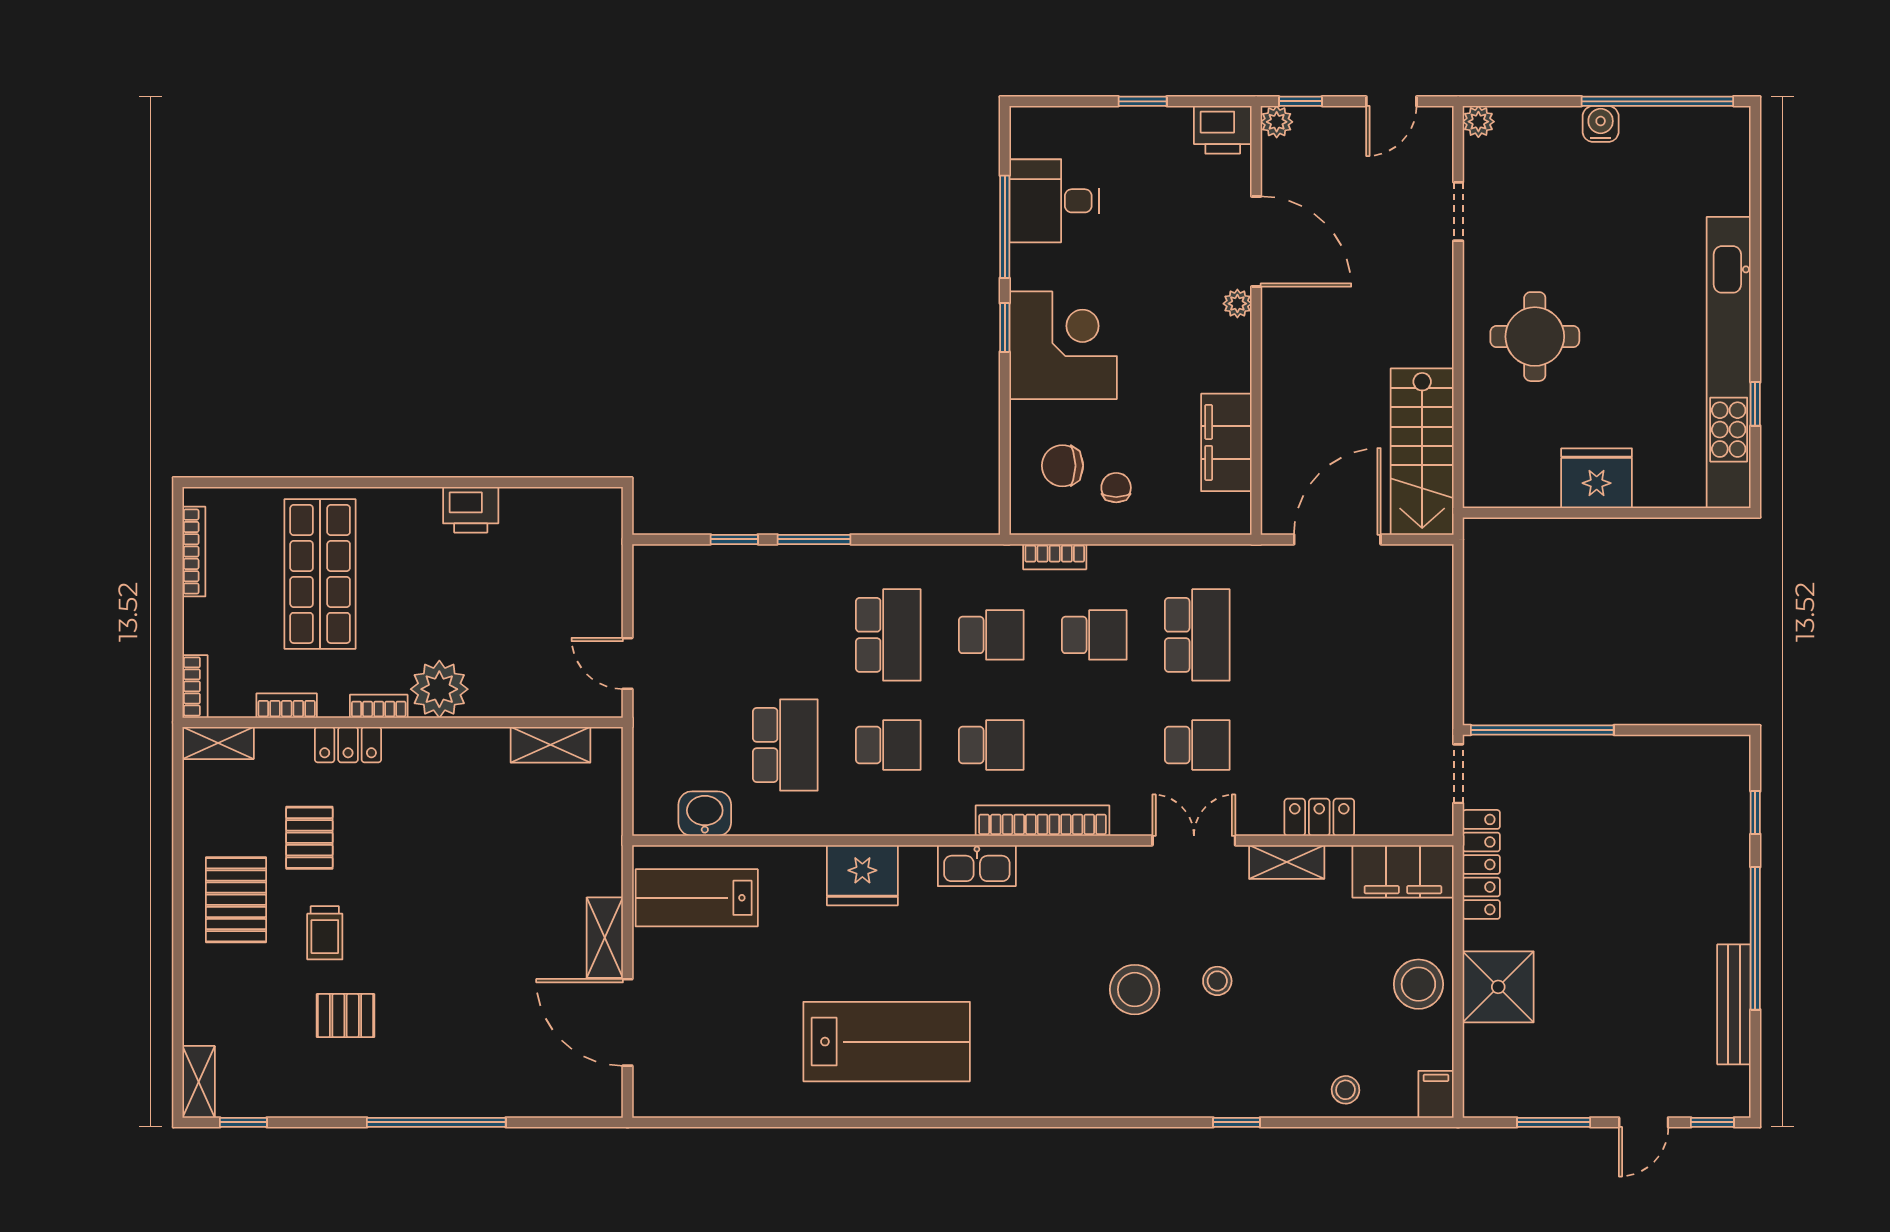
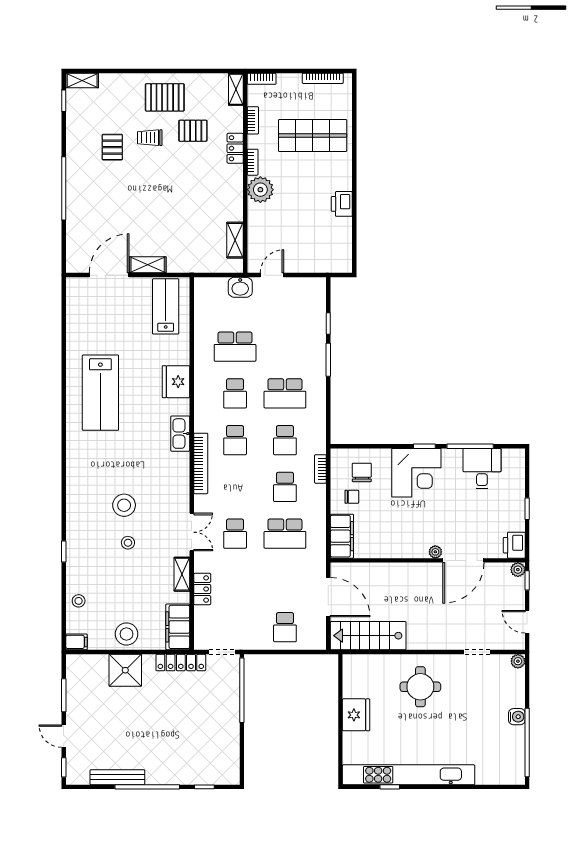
filing cabinet: (1226, 442) -> (342, 536), moved, turned 90
school desk: (1403, 635) -> (285, 627), added
washbasin: (705, 814) -> (240, 287), moved, turned 90

